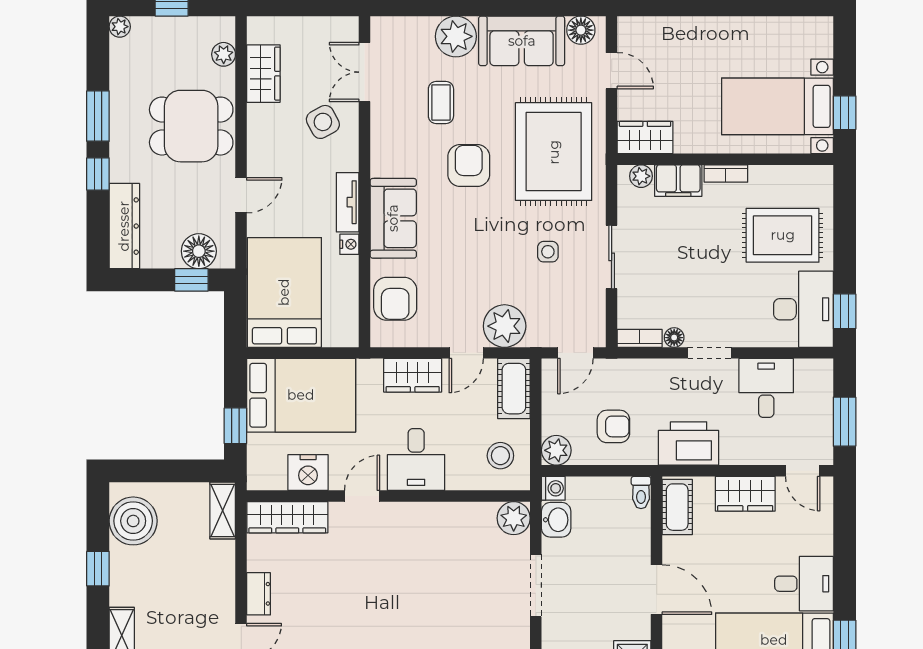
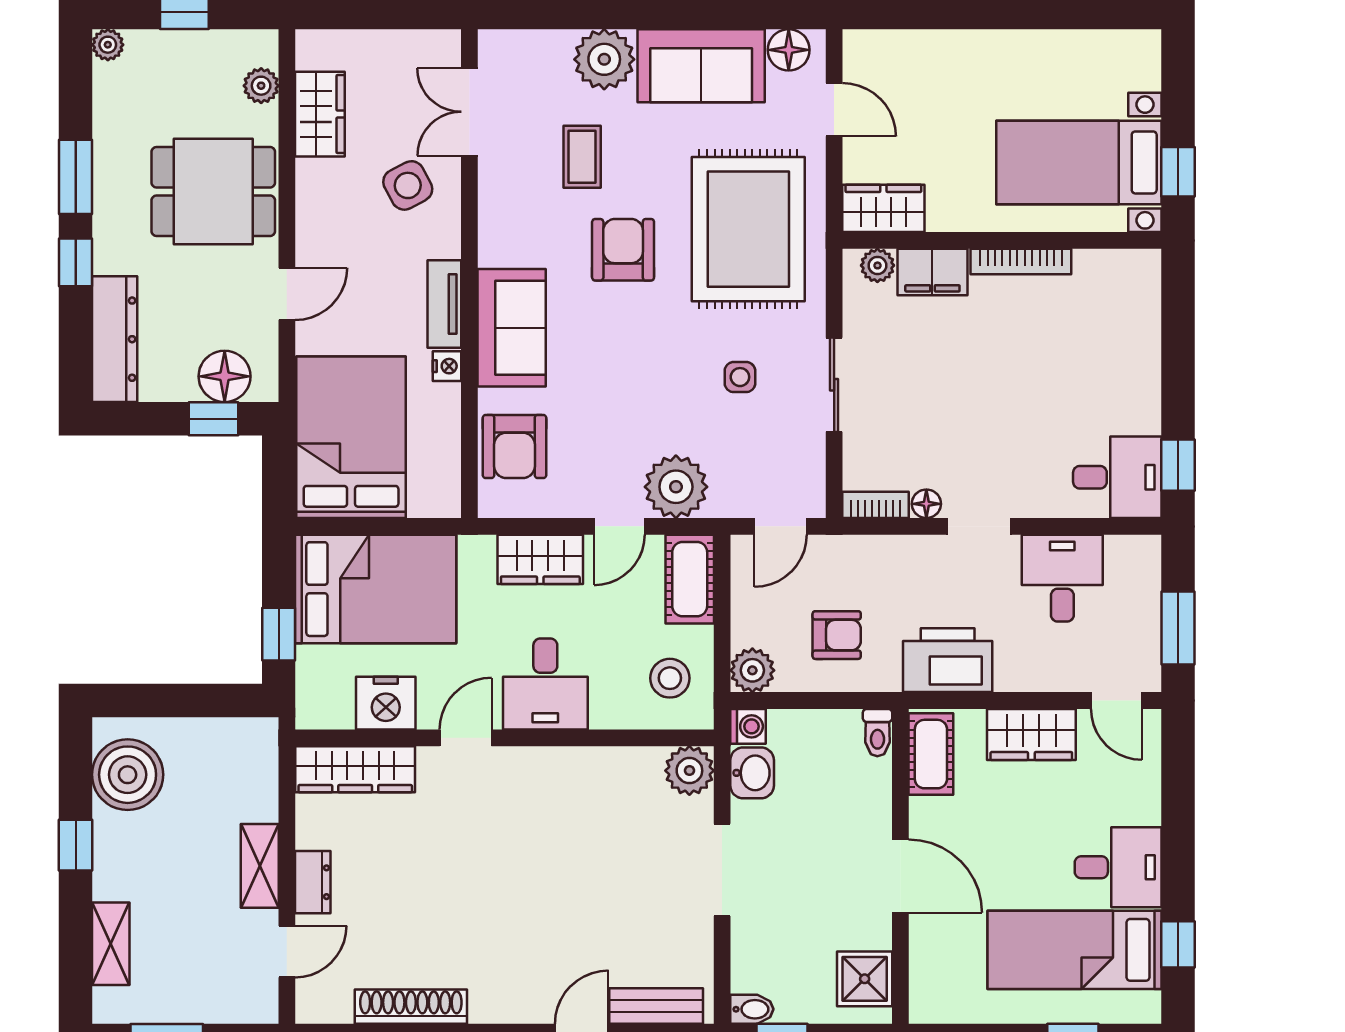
bookcase: (726, 174) -> (1021, 262), width x1.56
rug: (783, 235) -> (1087, 353), removed
desk: (803, 309) -> (1117, 477), width x0.73
shelving: (223, 510) -> (260, 866), moved

